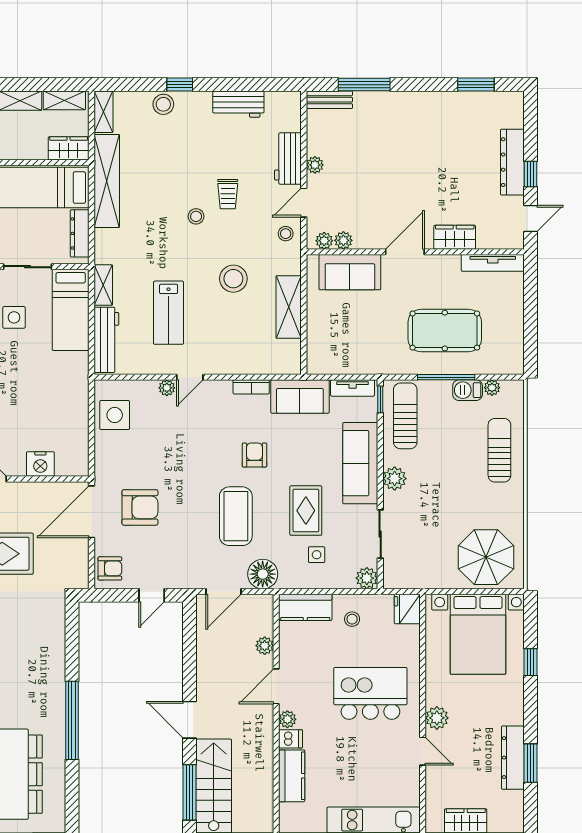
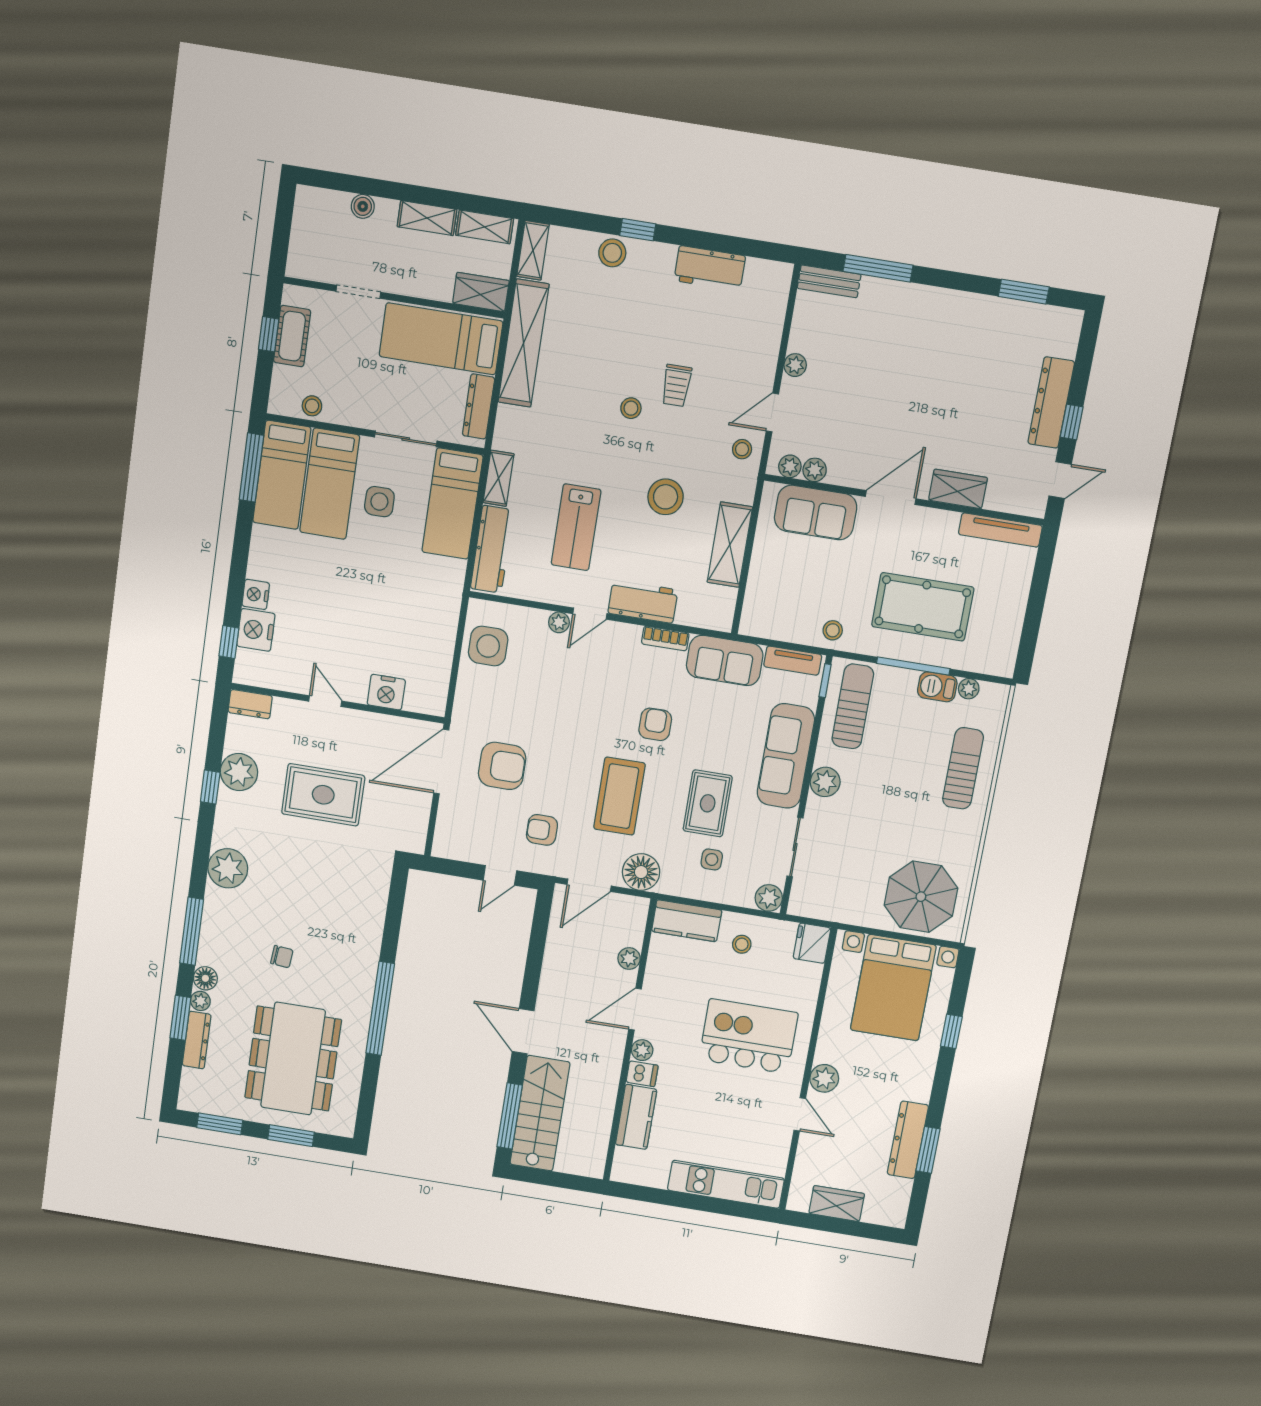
workbench: (288, 159) -> (643, 602), moved, turned 90
stool: (379, 360) -> (833, 630), added
armchair: (110, 568) -> (542, 830), moved, turned 180

